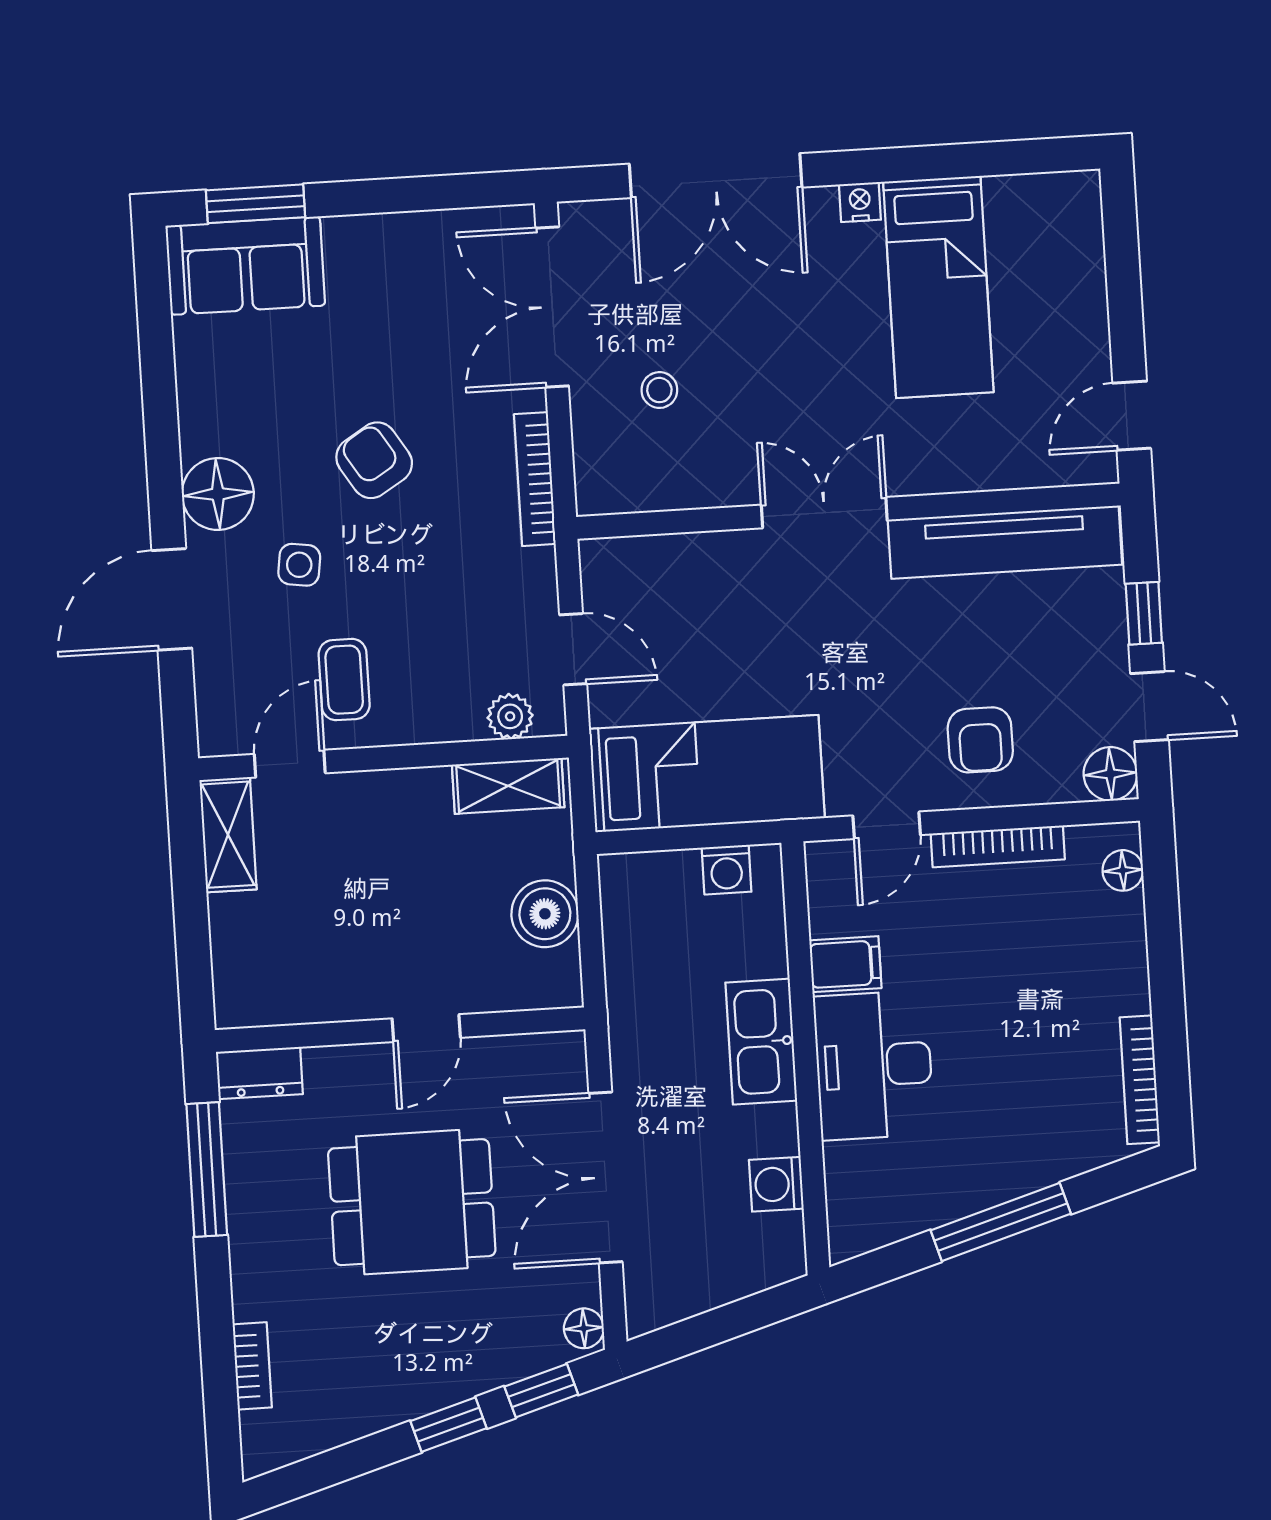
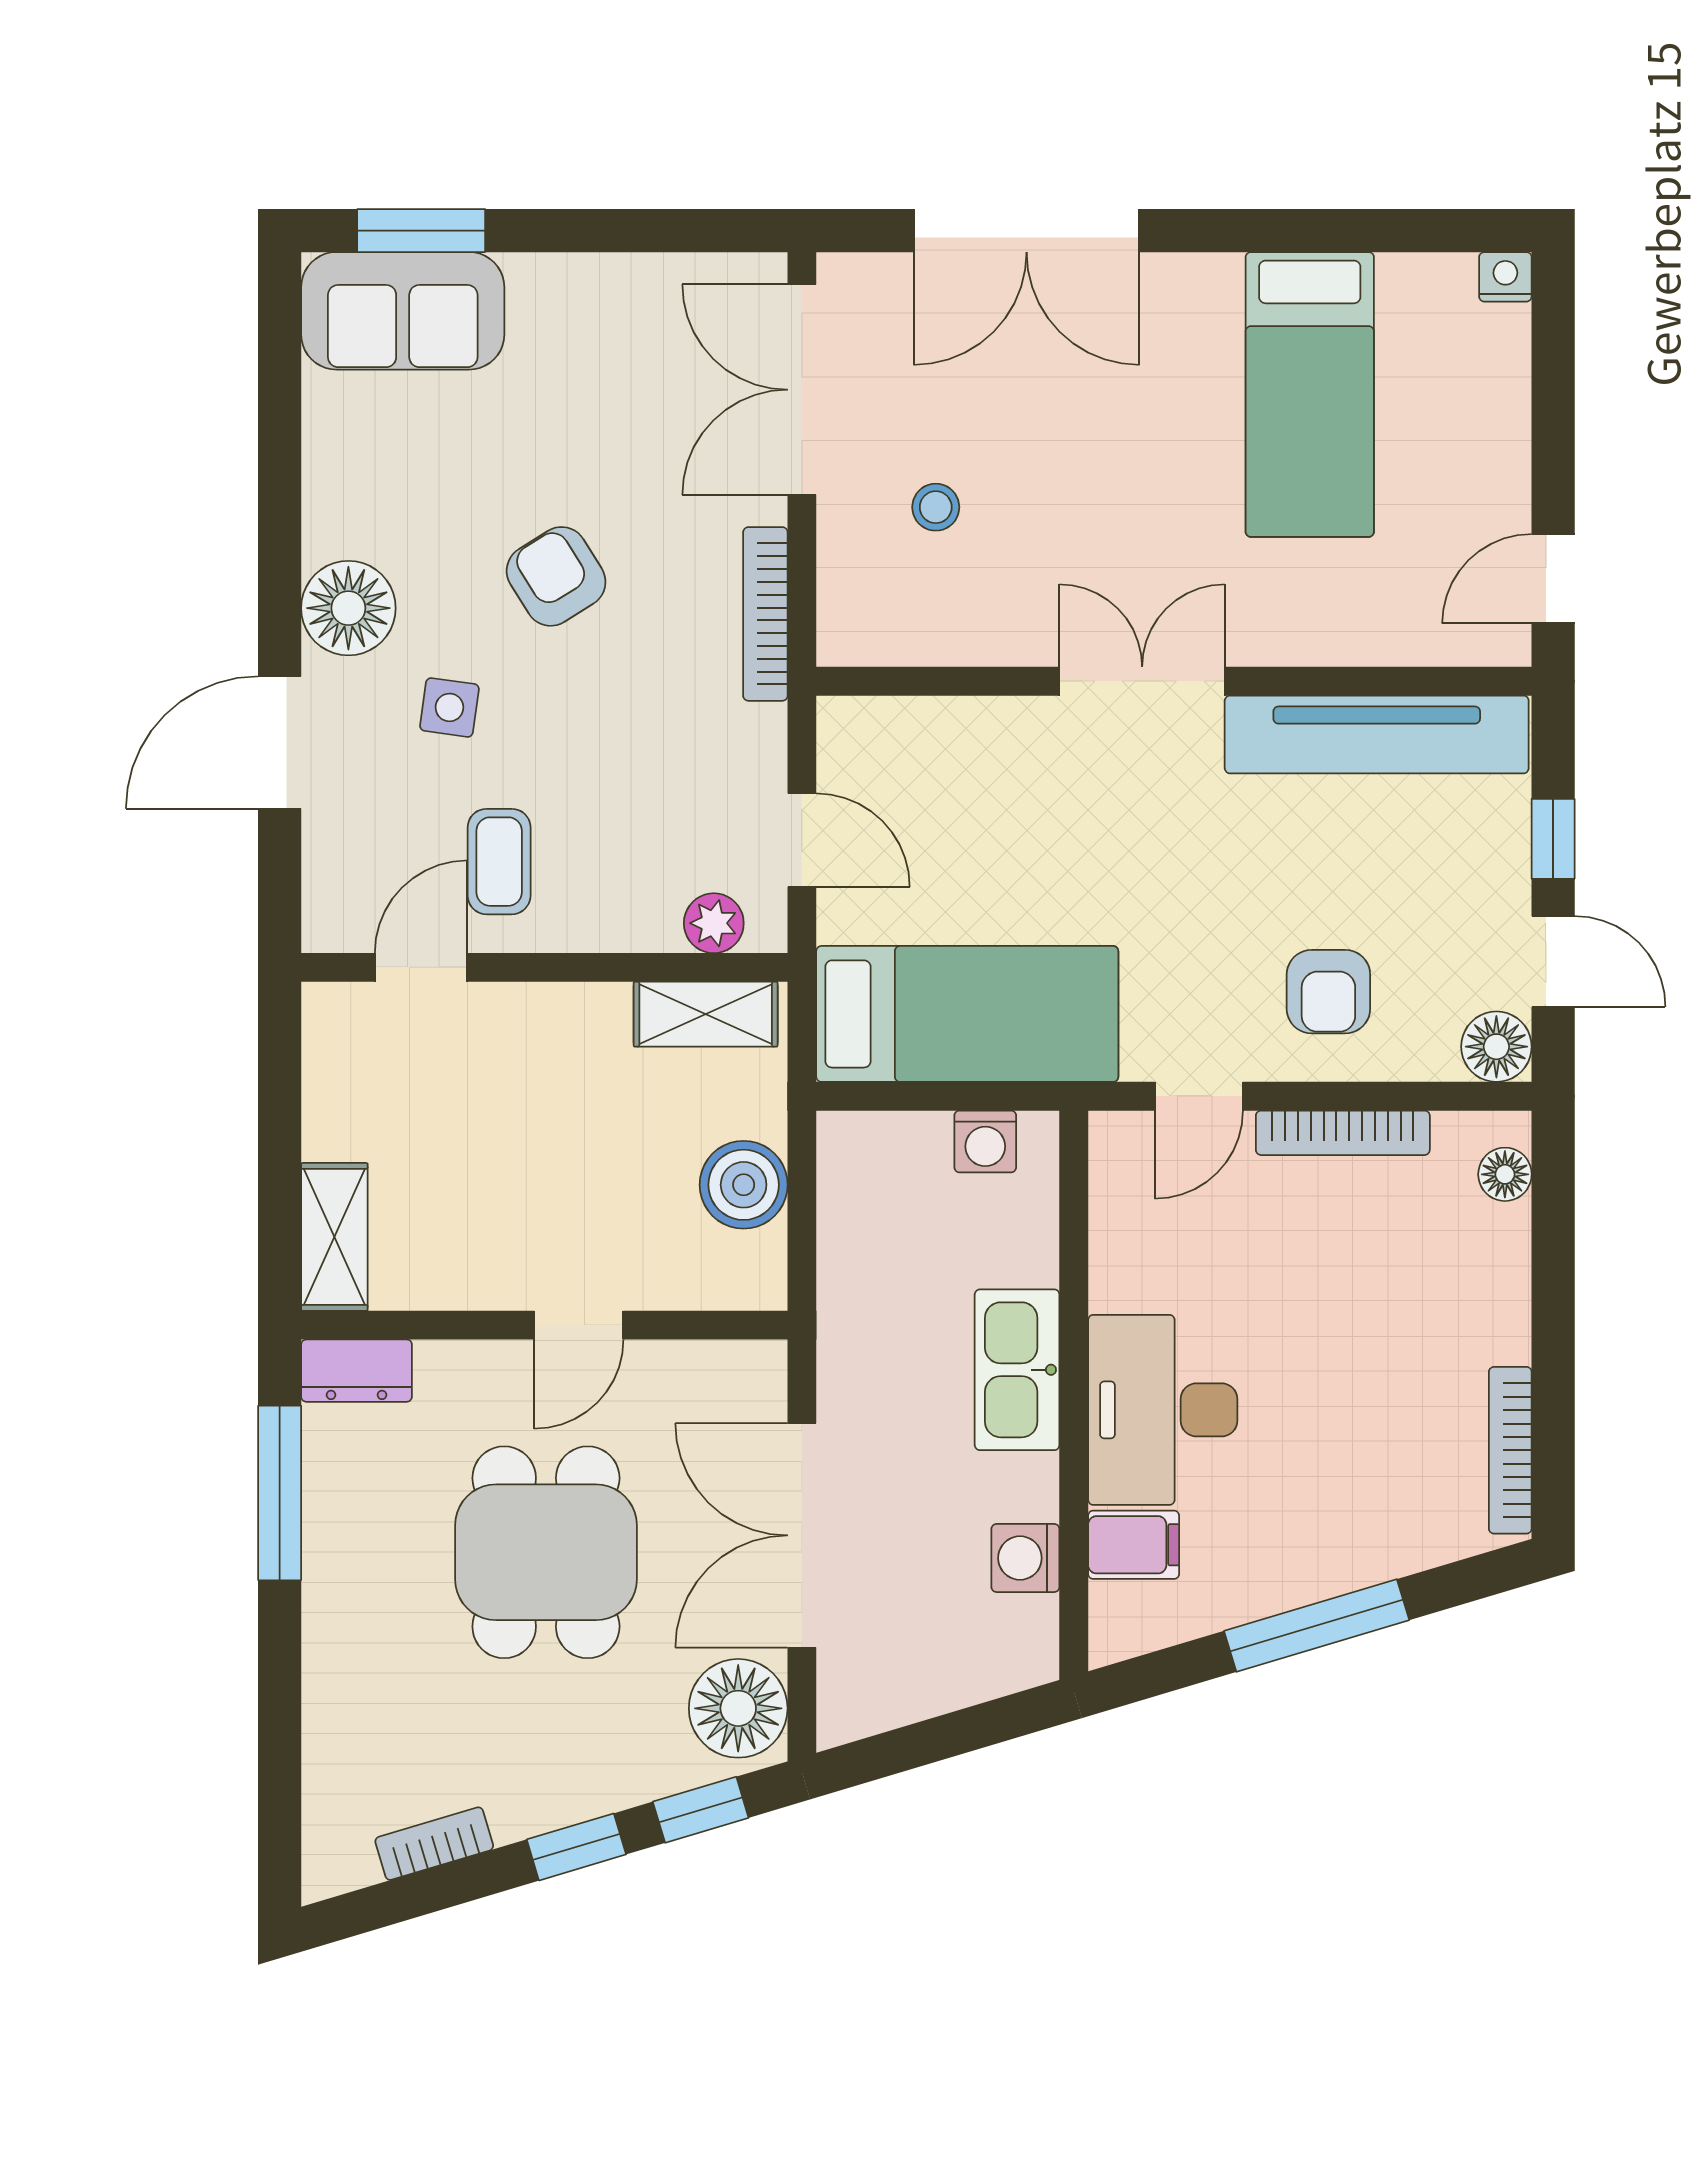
nightstand: (860, 202) -> (1505, 277), moved
shelving: (228, 835) -> (334, 1237), moved
filing cabinet: (845, 964) -> (1134, 1545), moved
dining table: (412, 1202) -> (546, 1552), turned 90
floor lamp: (584, 1328) -> (738, 1708), width x1.89, depth x1.89
bookcase: (252, 1366) -> (434, 1844), moved, turned -107

